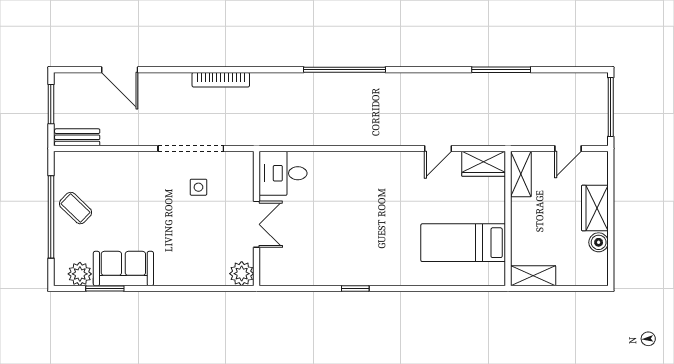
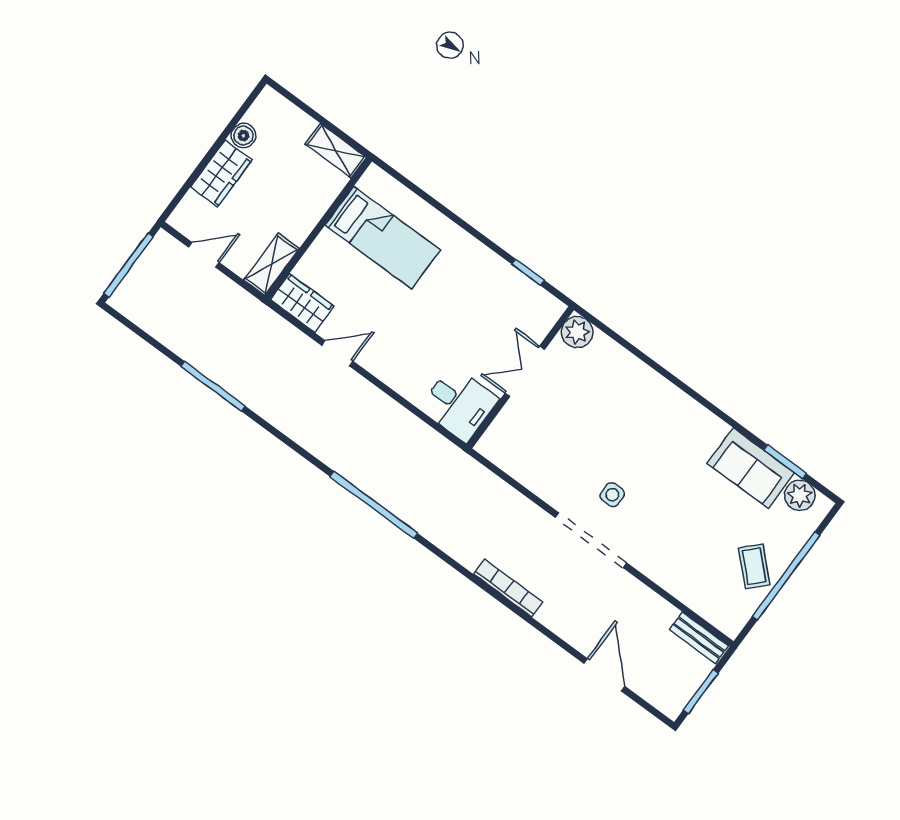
desk: (283, 173) -> (459, 404), moved
wall: (257, 219) -> (520, 377), moved
double door: (257, 224) -> (525, 371), moved
plant: (242, 274) -> (577, 332), moved

